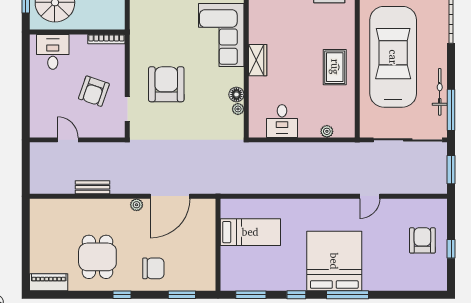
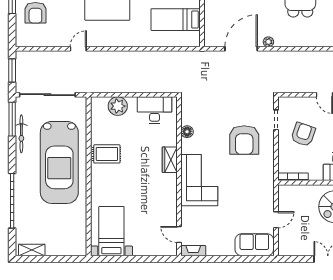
rug: (335, 67) -> (107, 154), turned 90
plant: (238, 109) -> (186, 120), removed
desk: (282, 121) -> (155, 110), width x1.37
plant: (327, 131) -> (118, 106), width x1.87, depth x1.87
bench: (93, 187) -> (304, 56), removed

